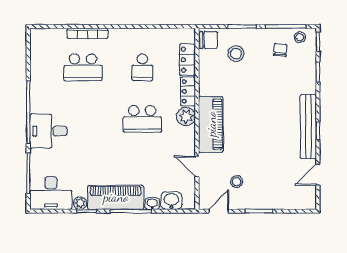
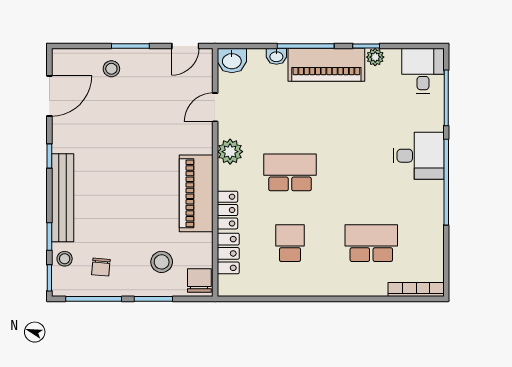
bookcase: (88, 33) -> (416, 290), moved
stool: (300, 37) -> (65, 259), moved
chair: (208, 40) -> (199, 280), turned 90
plant: (186, 117) -> (230, 152), moved
piano: (211, 124) -> (196, 193), moved
bench: (308, 126) -> (63, 198), moved
door: (197, 166) -> (215, 107), swing flipped
door: (318, 175) -> (49, 96), width x1.38
stool: (237, 182) -> (111, 69), moved
desk: (51, 193) -> (423, 71), width x0.73
washbasin: (171, 201) -> (232, 60), moved

